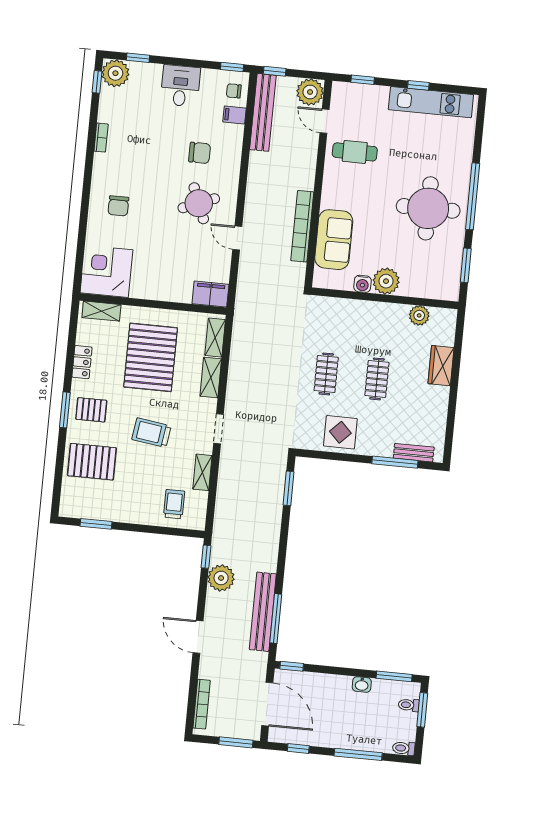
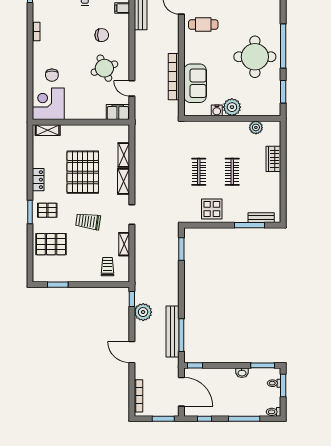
corner desk: (106, 271) -> (48, 104), moved
filing cabinet: (210, 294) -> (118, 112), moved
wall: (153, 304) -> (81, 122), moved
shelving: (101, 311) -> (48, 130), moved

